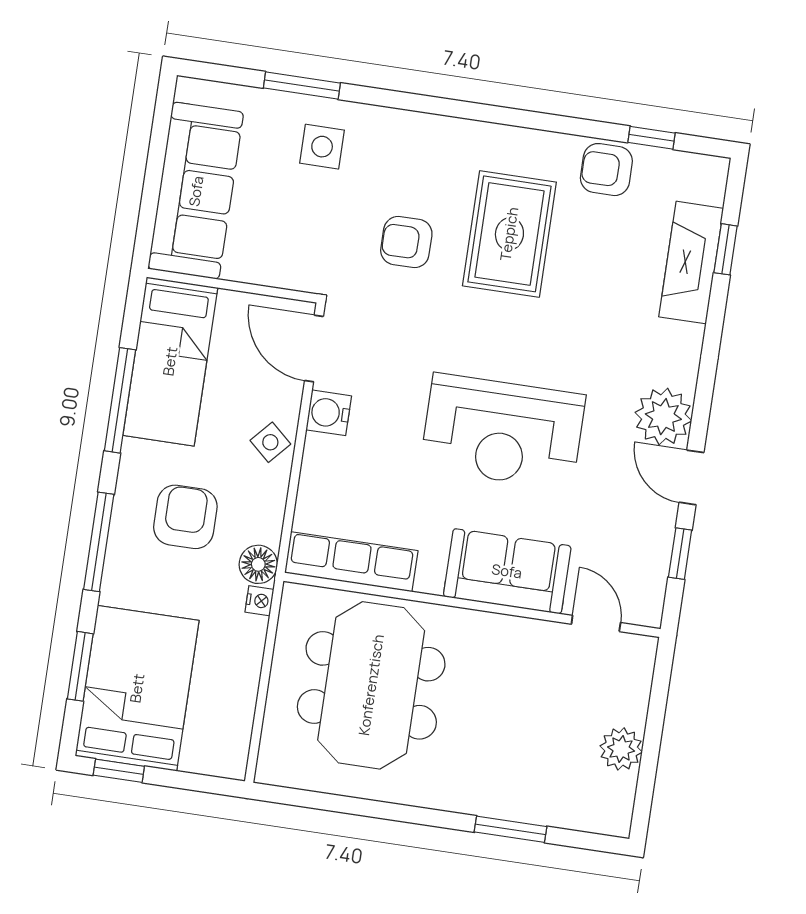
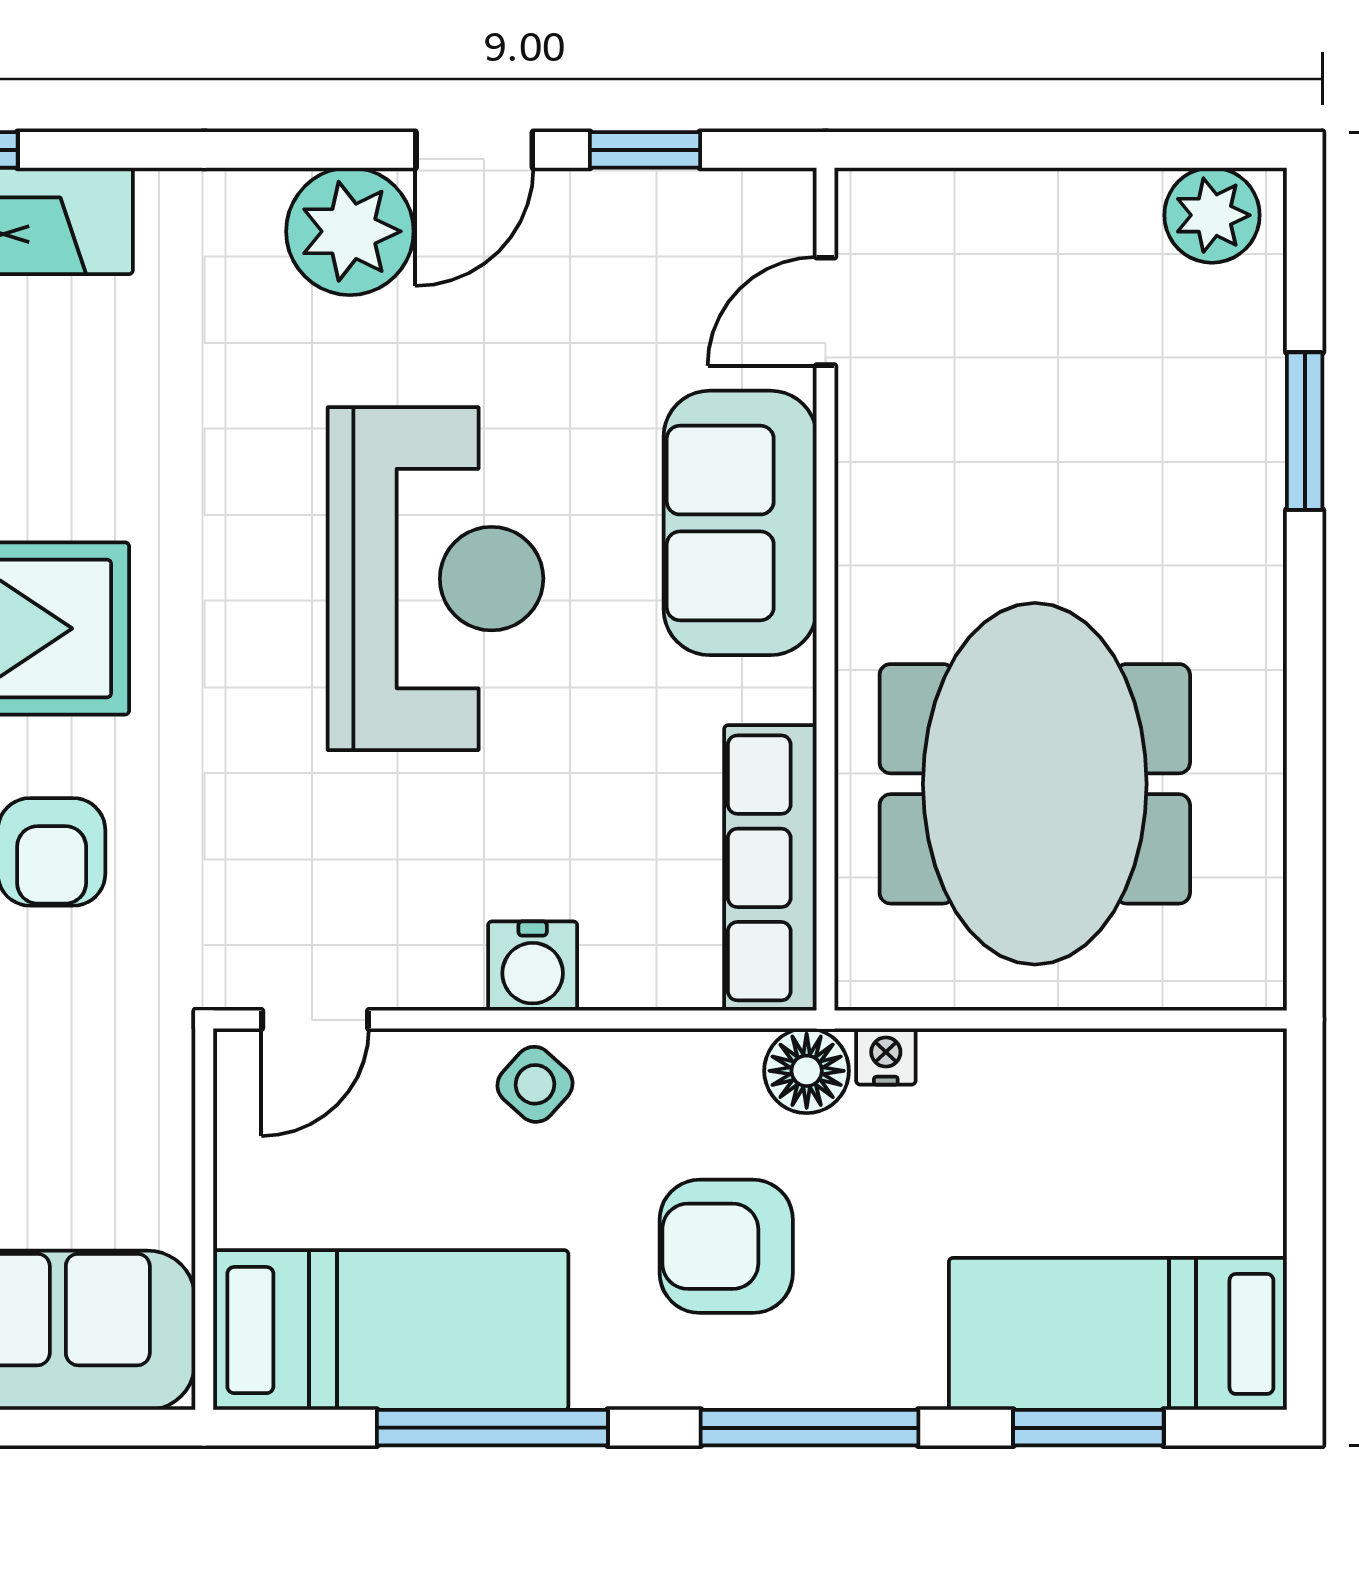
door: (314, 348) -> (315, 1020), width x0.73
water cooler: (329, 413) -> (533, 966), moved
meeting table: (371, 685) -> (1035, 784), turned 90
bed: (137, 688) -> (1118, 1334), width x0.67
plant: (621, 749) -> (1212, 215), moved
window: (119, 771) -> (1305, 1309), removed

